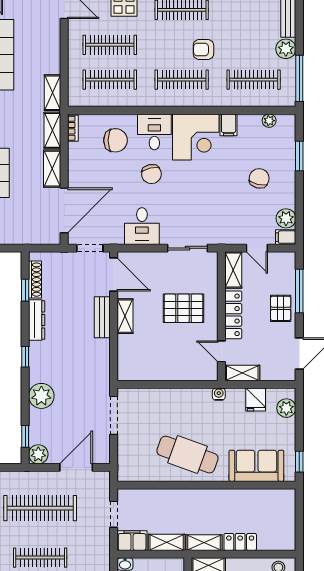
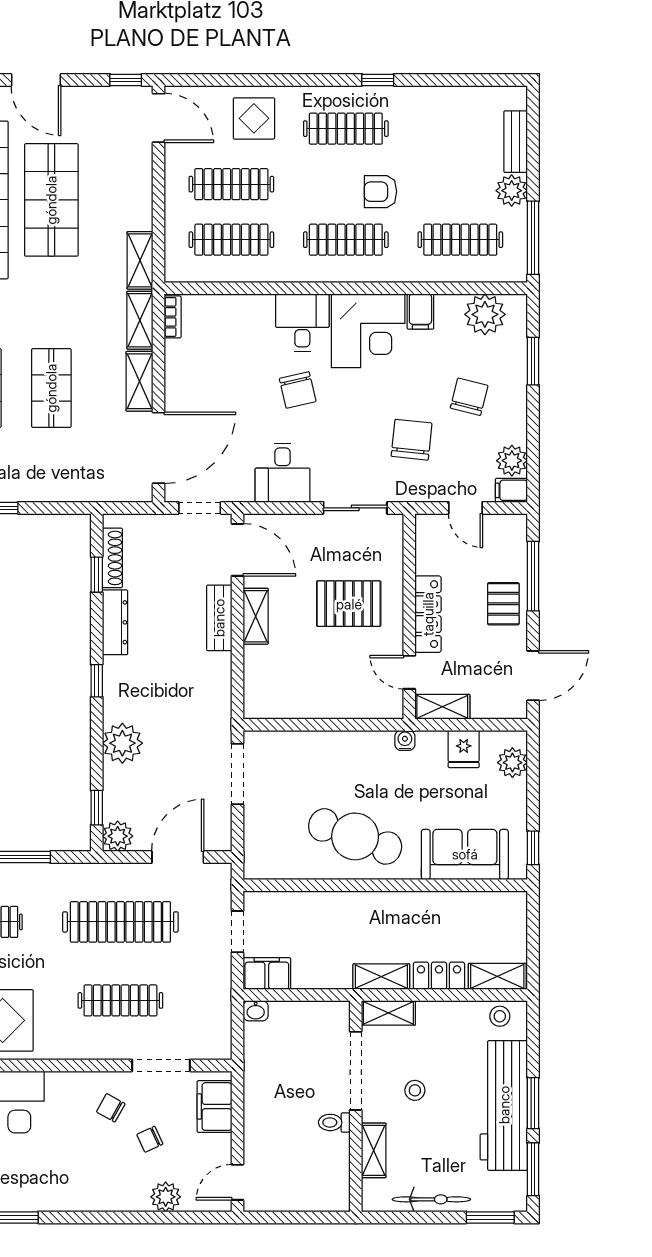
plant: (269, 121) -> (485, 314), width x1.87, depth x1.87
chair: (115, 140) -> (412, 440), moved, turned -84
shelving: (233, 270) -> (428, 543), removed
shelving: (167, 542) -> (497, 976), moved

